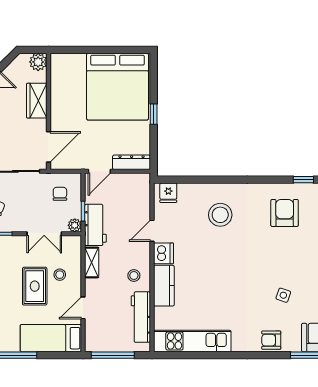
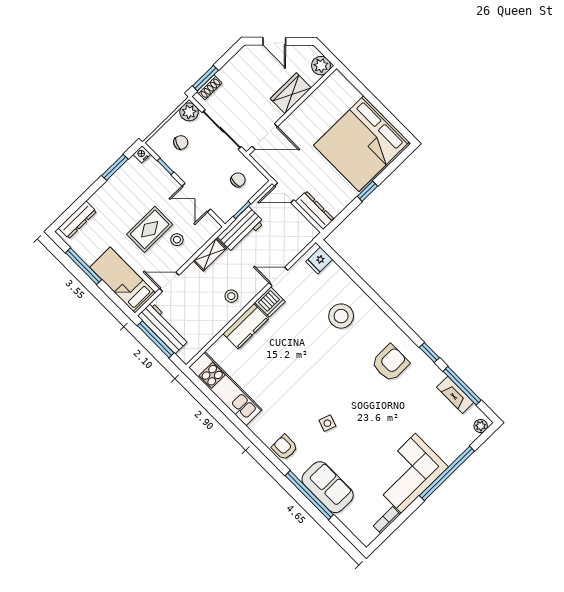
plant: (75, 225) -> (225, 214), removed
workbench: (141, 317) -> (163, 328), moved, turned 90

